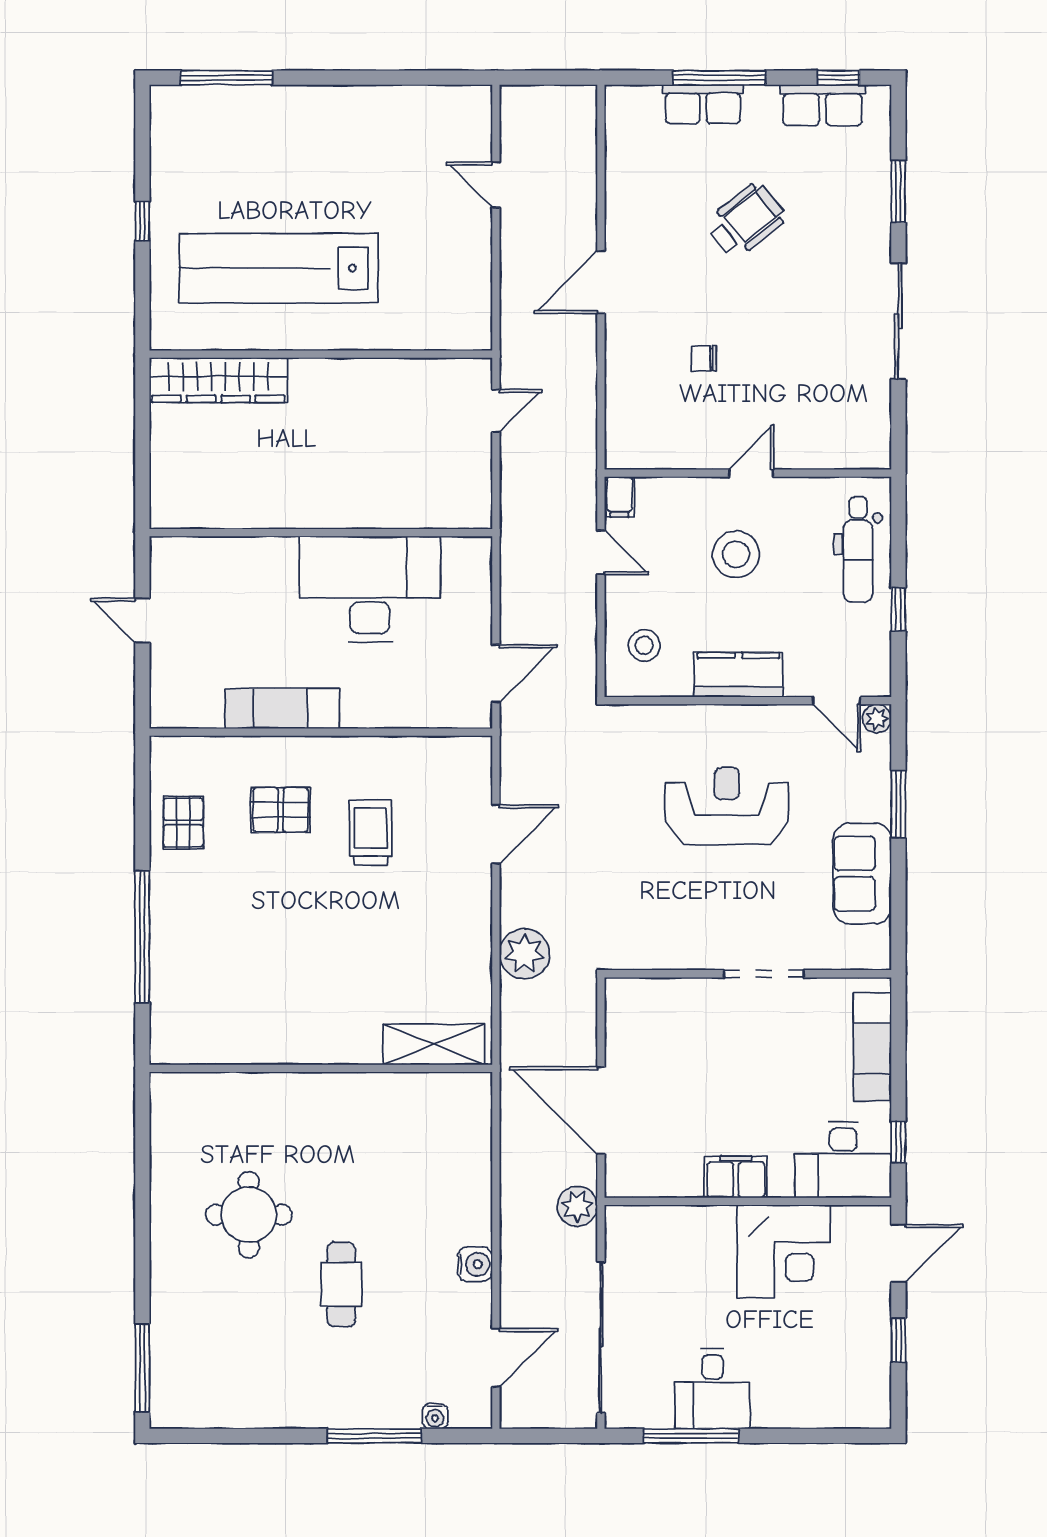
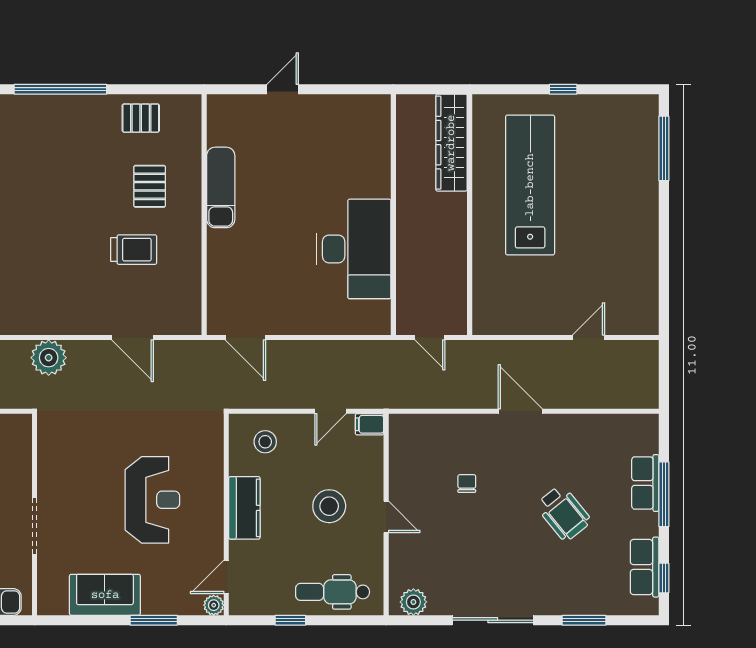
plant: (872, 434) -> (413, 602), added
wall: (321, 533) -> (393, 215), moved
desk: (370, 589) -> (354, 249), moved

